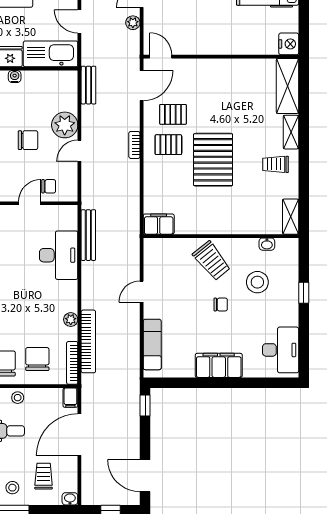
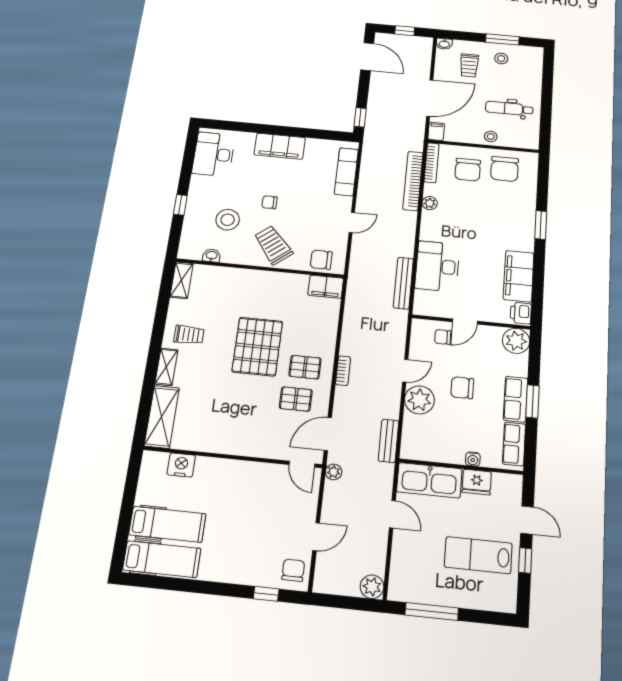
plant: (133, 23) -> (334, 472), moved
nightstand: (289, 44) -> (181, 465), moved, turned 90
chair: (166, 251) -> (321, 260), added

